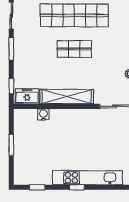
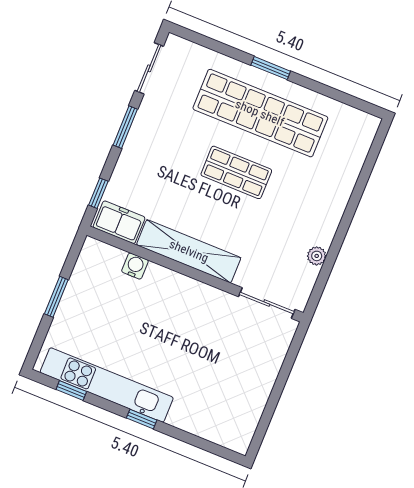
kitchen unit: (88, 178) -> (107, 385), moved

